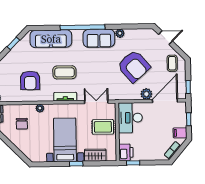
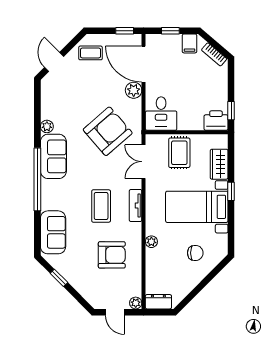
sofa: (51, 39) -> (53, 232), width x0.73
armchair: (134, 66) -> (108, 131), moved
desk: (130, 118) -> (161, 114), width x0.73
chair: (22, 124) -> (195, 253), moved

